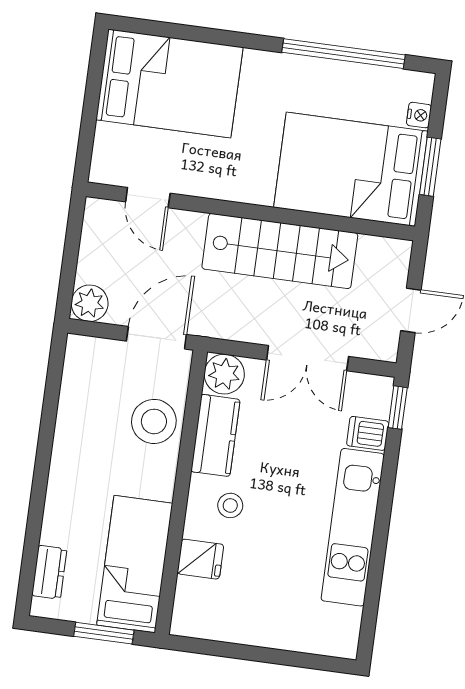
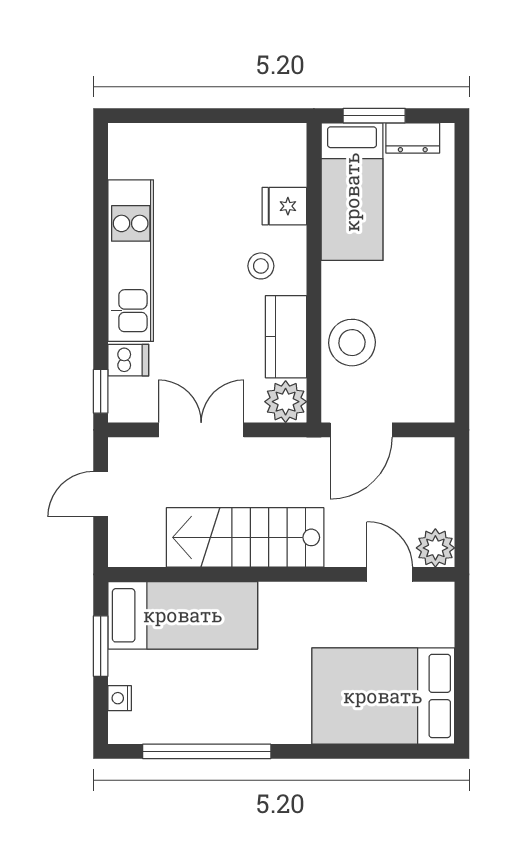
bed: (351, 169) -> (183, 615), width x0.67
plant: (90, 303) -> (435, 548), moved
dresser: (49, 572) -> (413, 138), moved, turned -90

